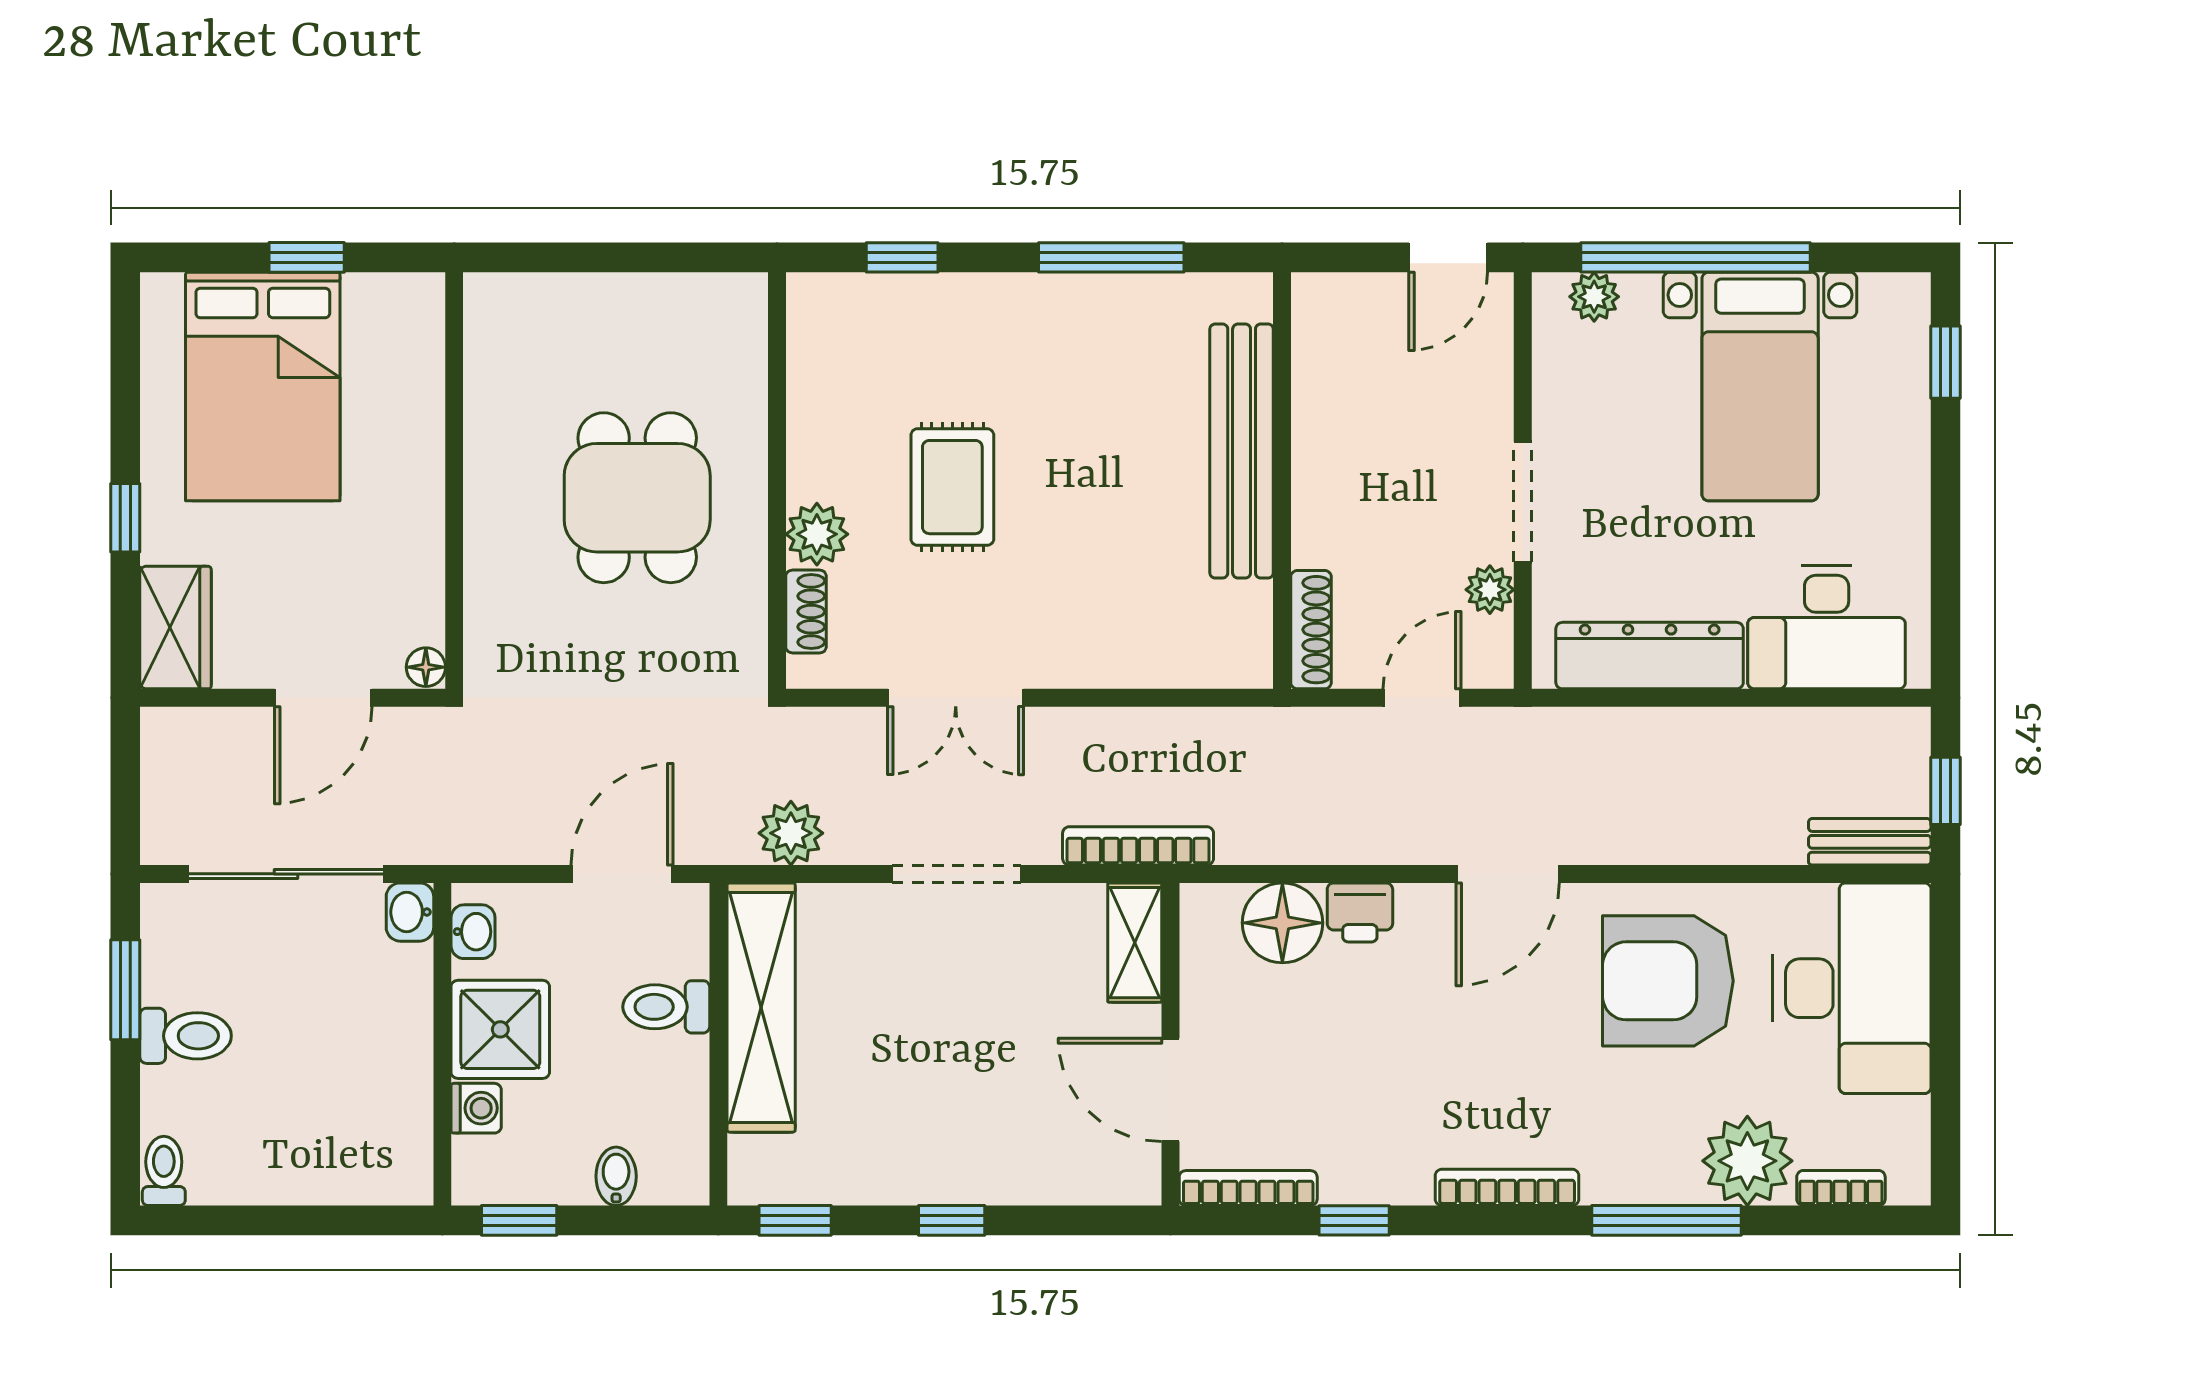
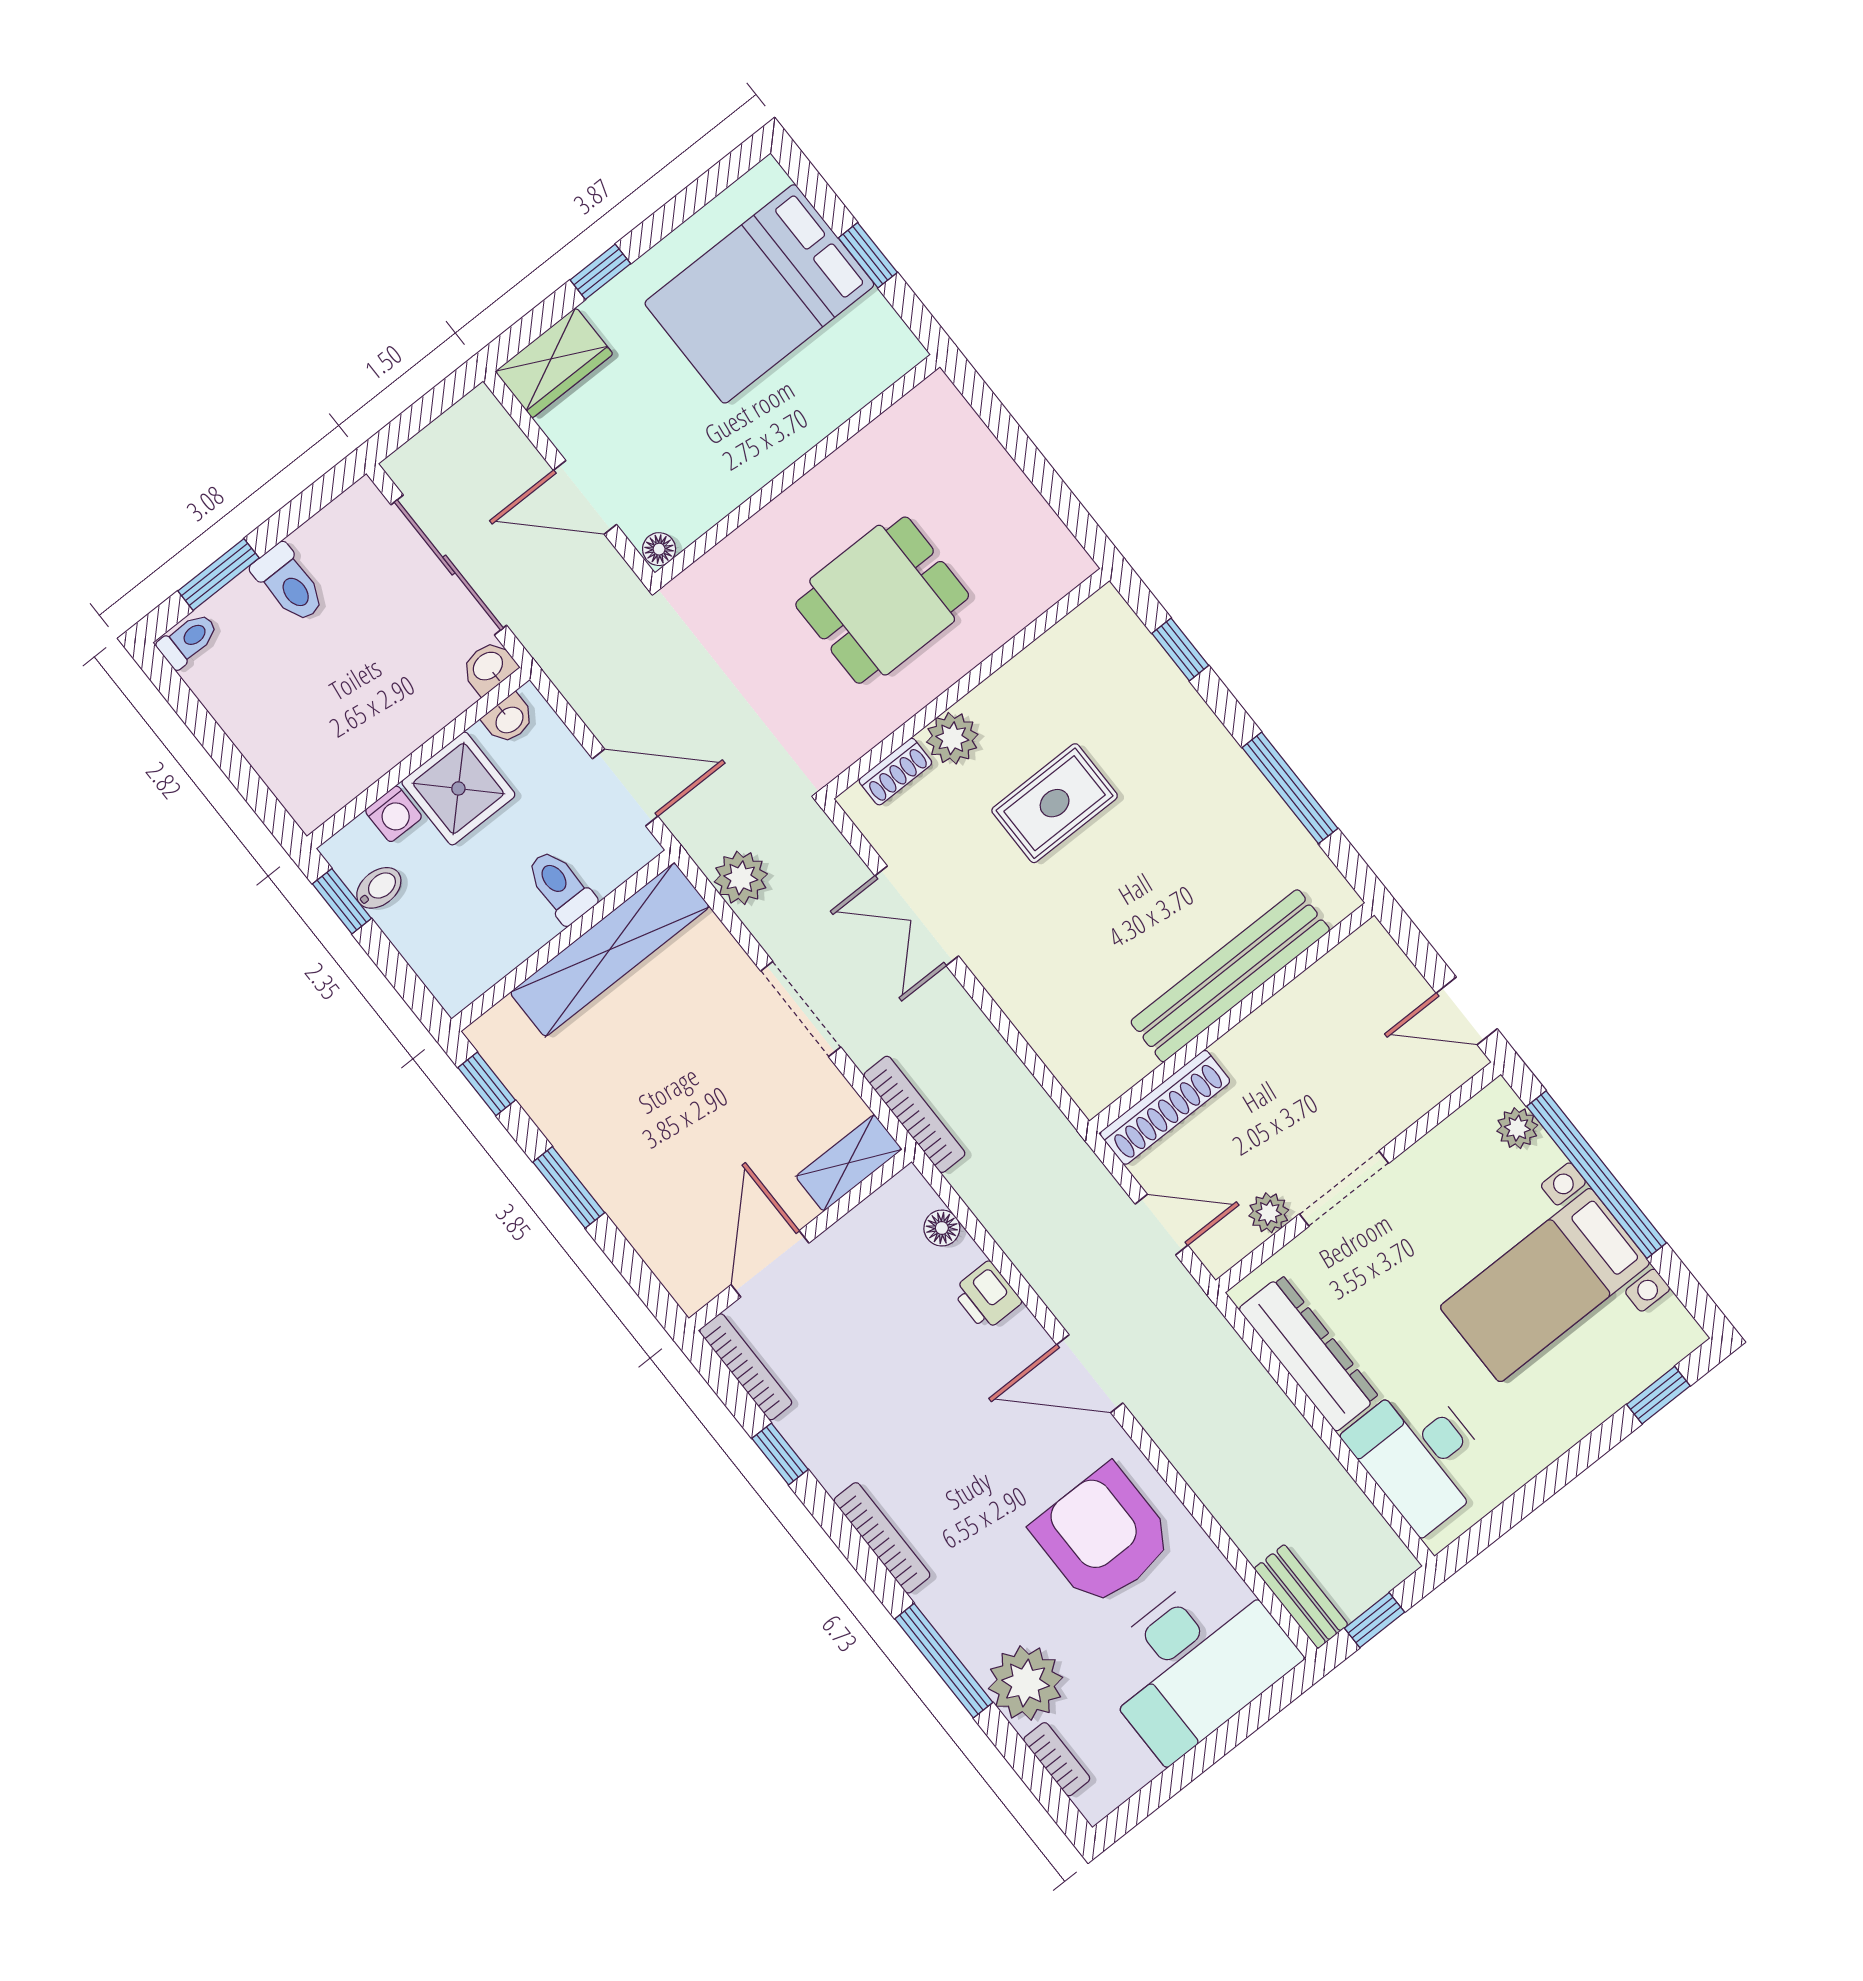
shoe rack: (1311, 630) -> (1165, 1107), width x1.36, depth x1.24
floor lamp: (1282, 923) -> (942, 1228), width x0.53, depth x0.53
window: (125, 990) -> (218, 574), moved
bidet: (616, 1176) -> (379, 888), moved
window: (952, 1220) -> (569, 1187), width x1.50

